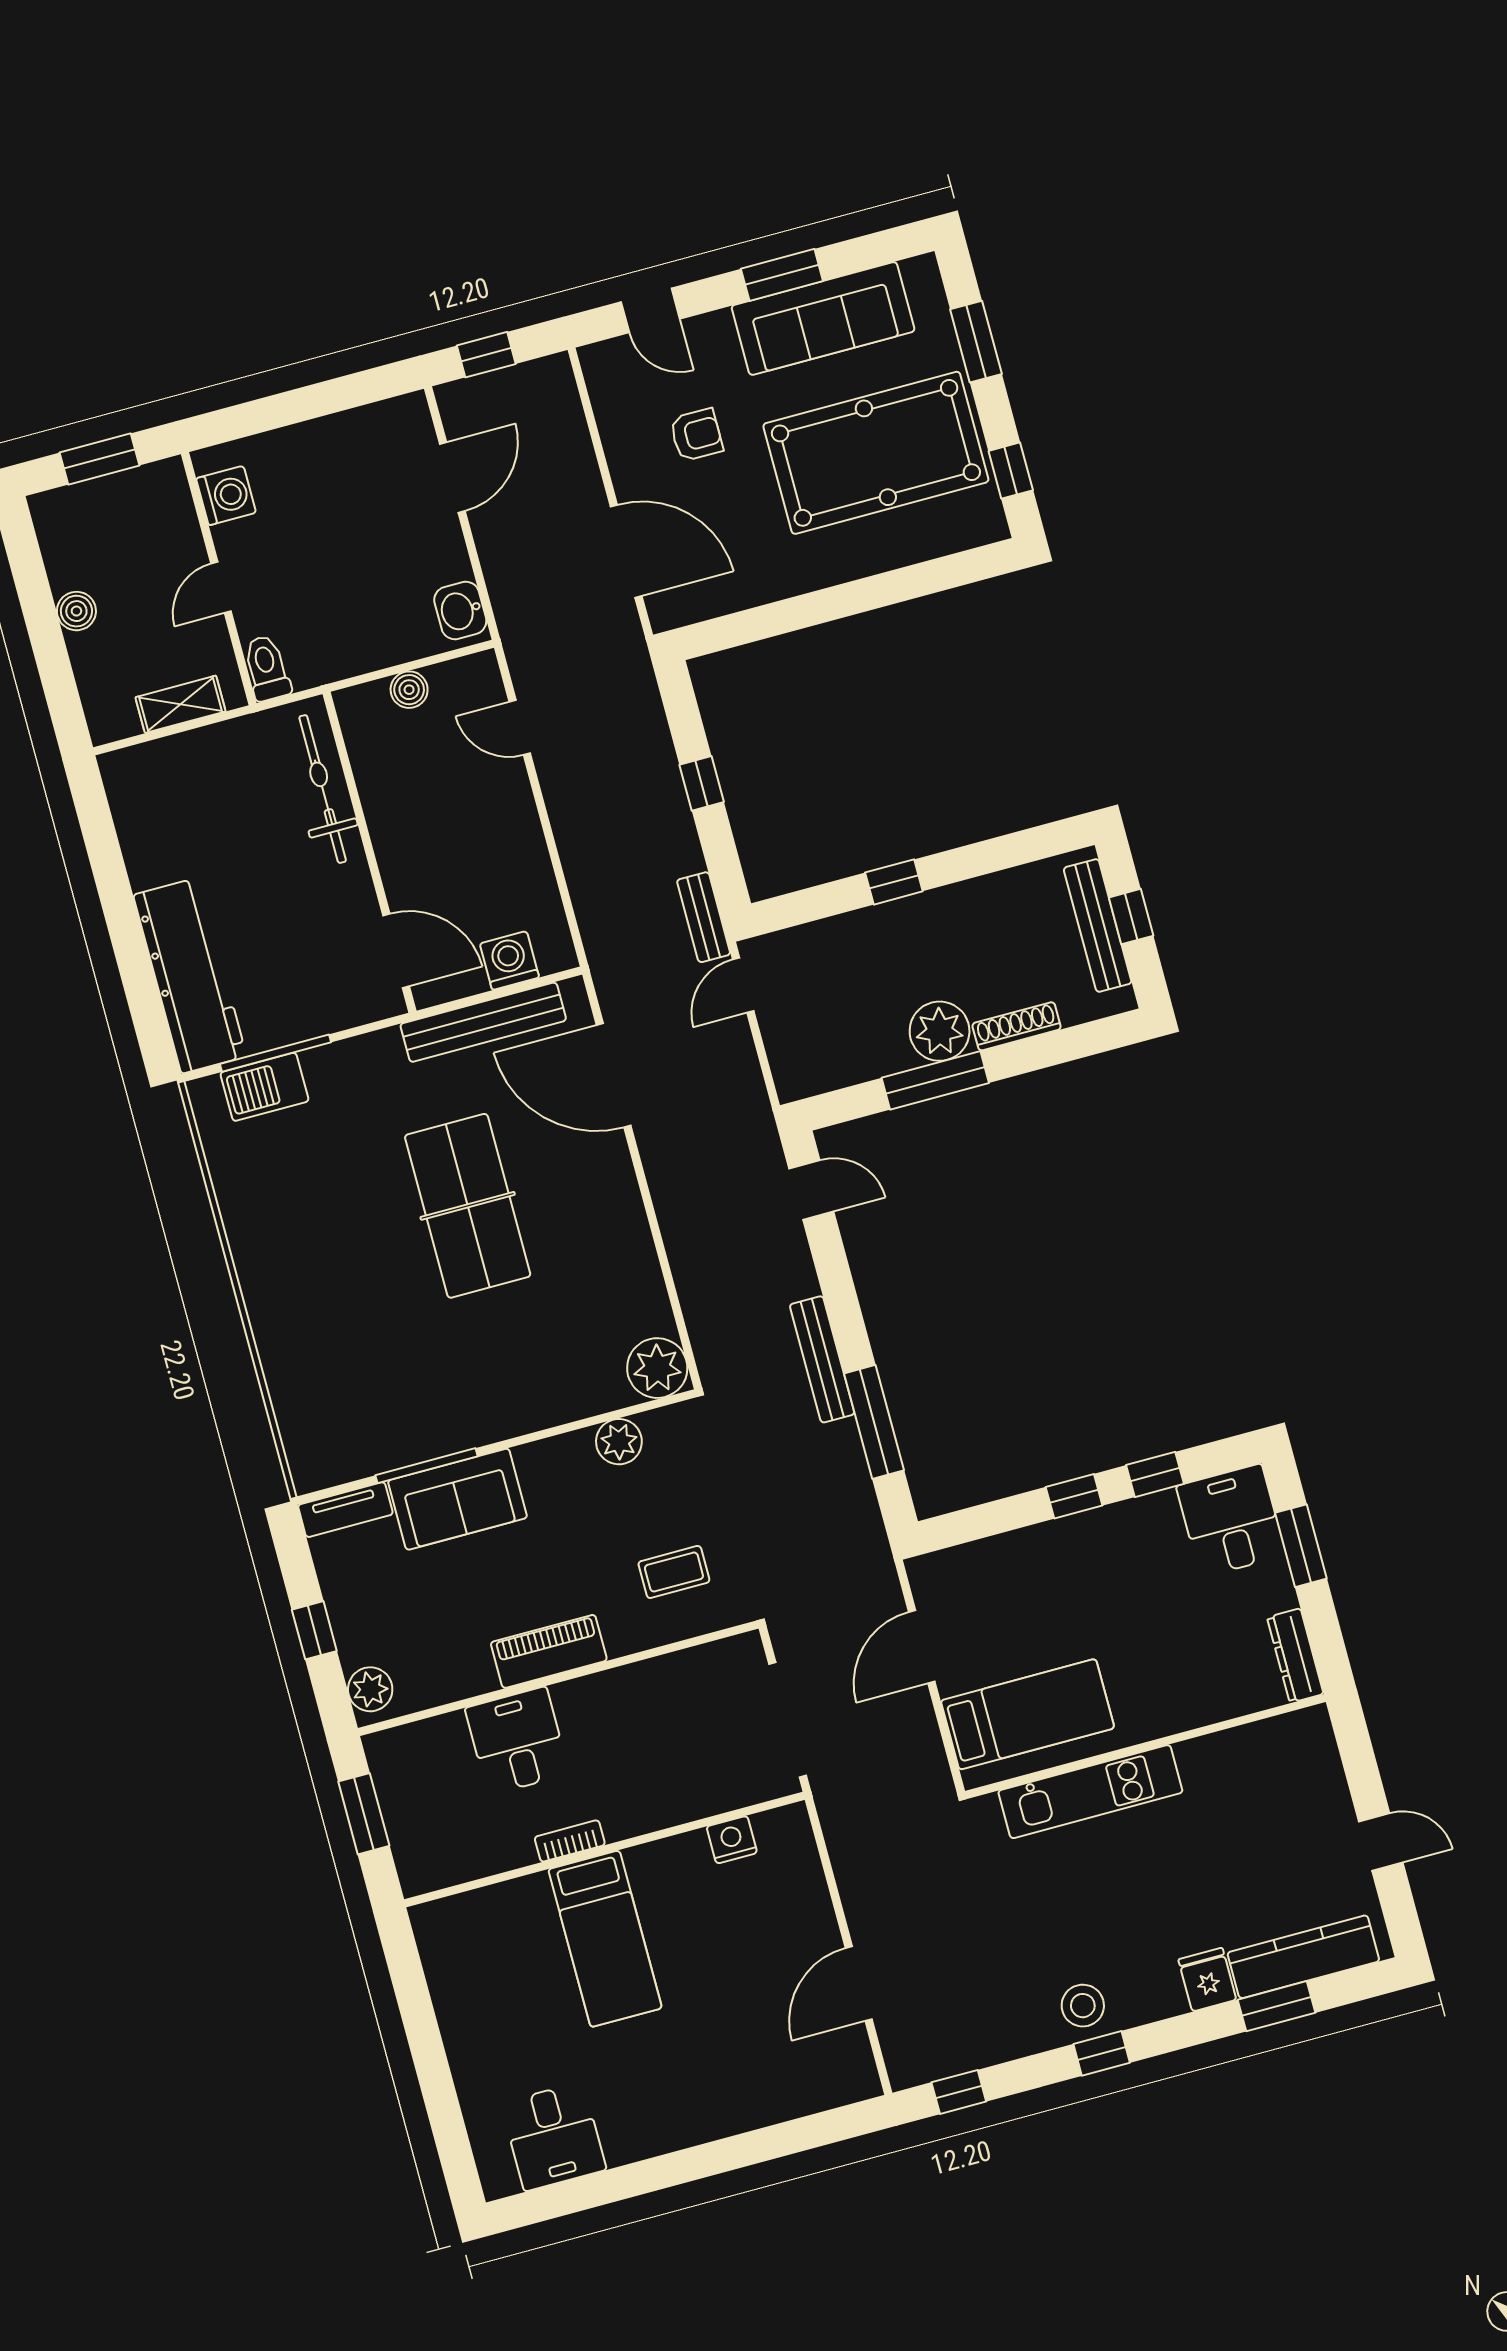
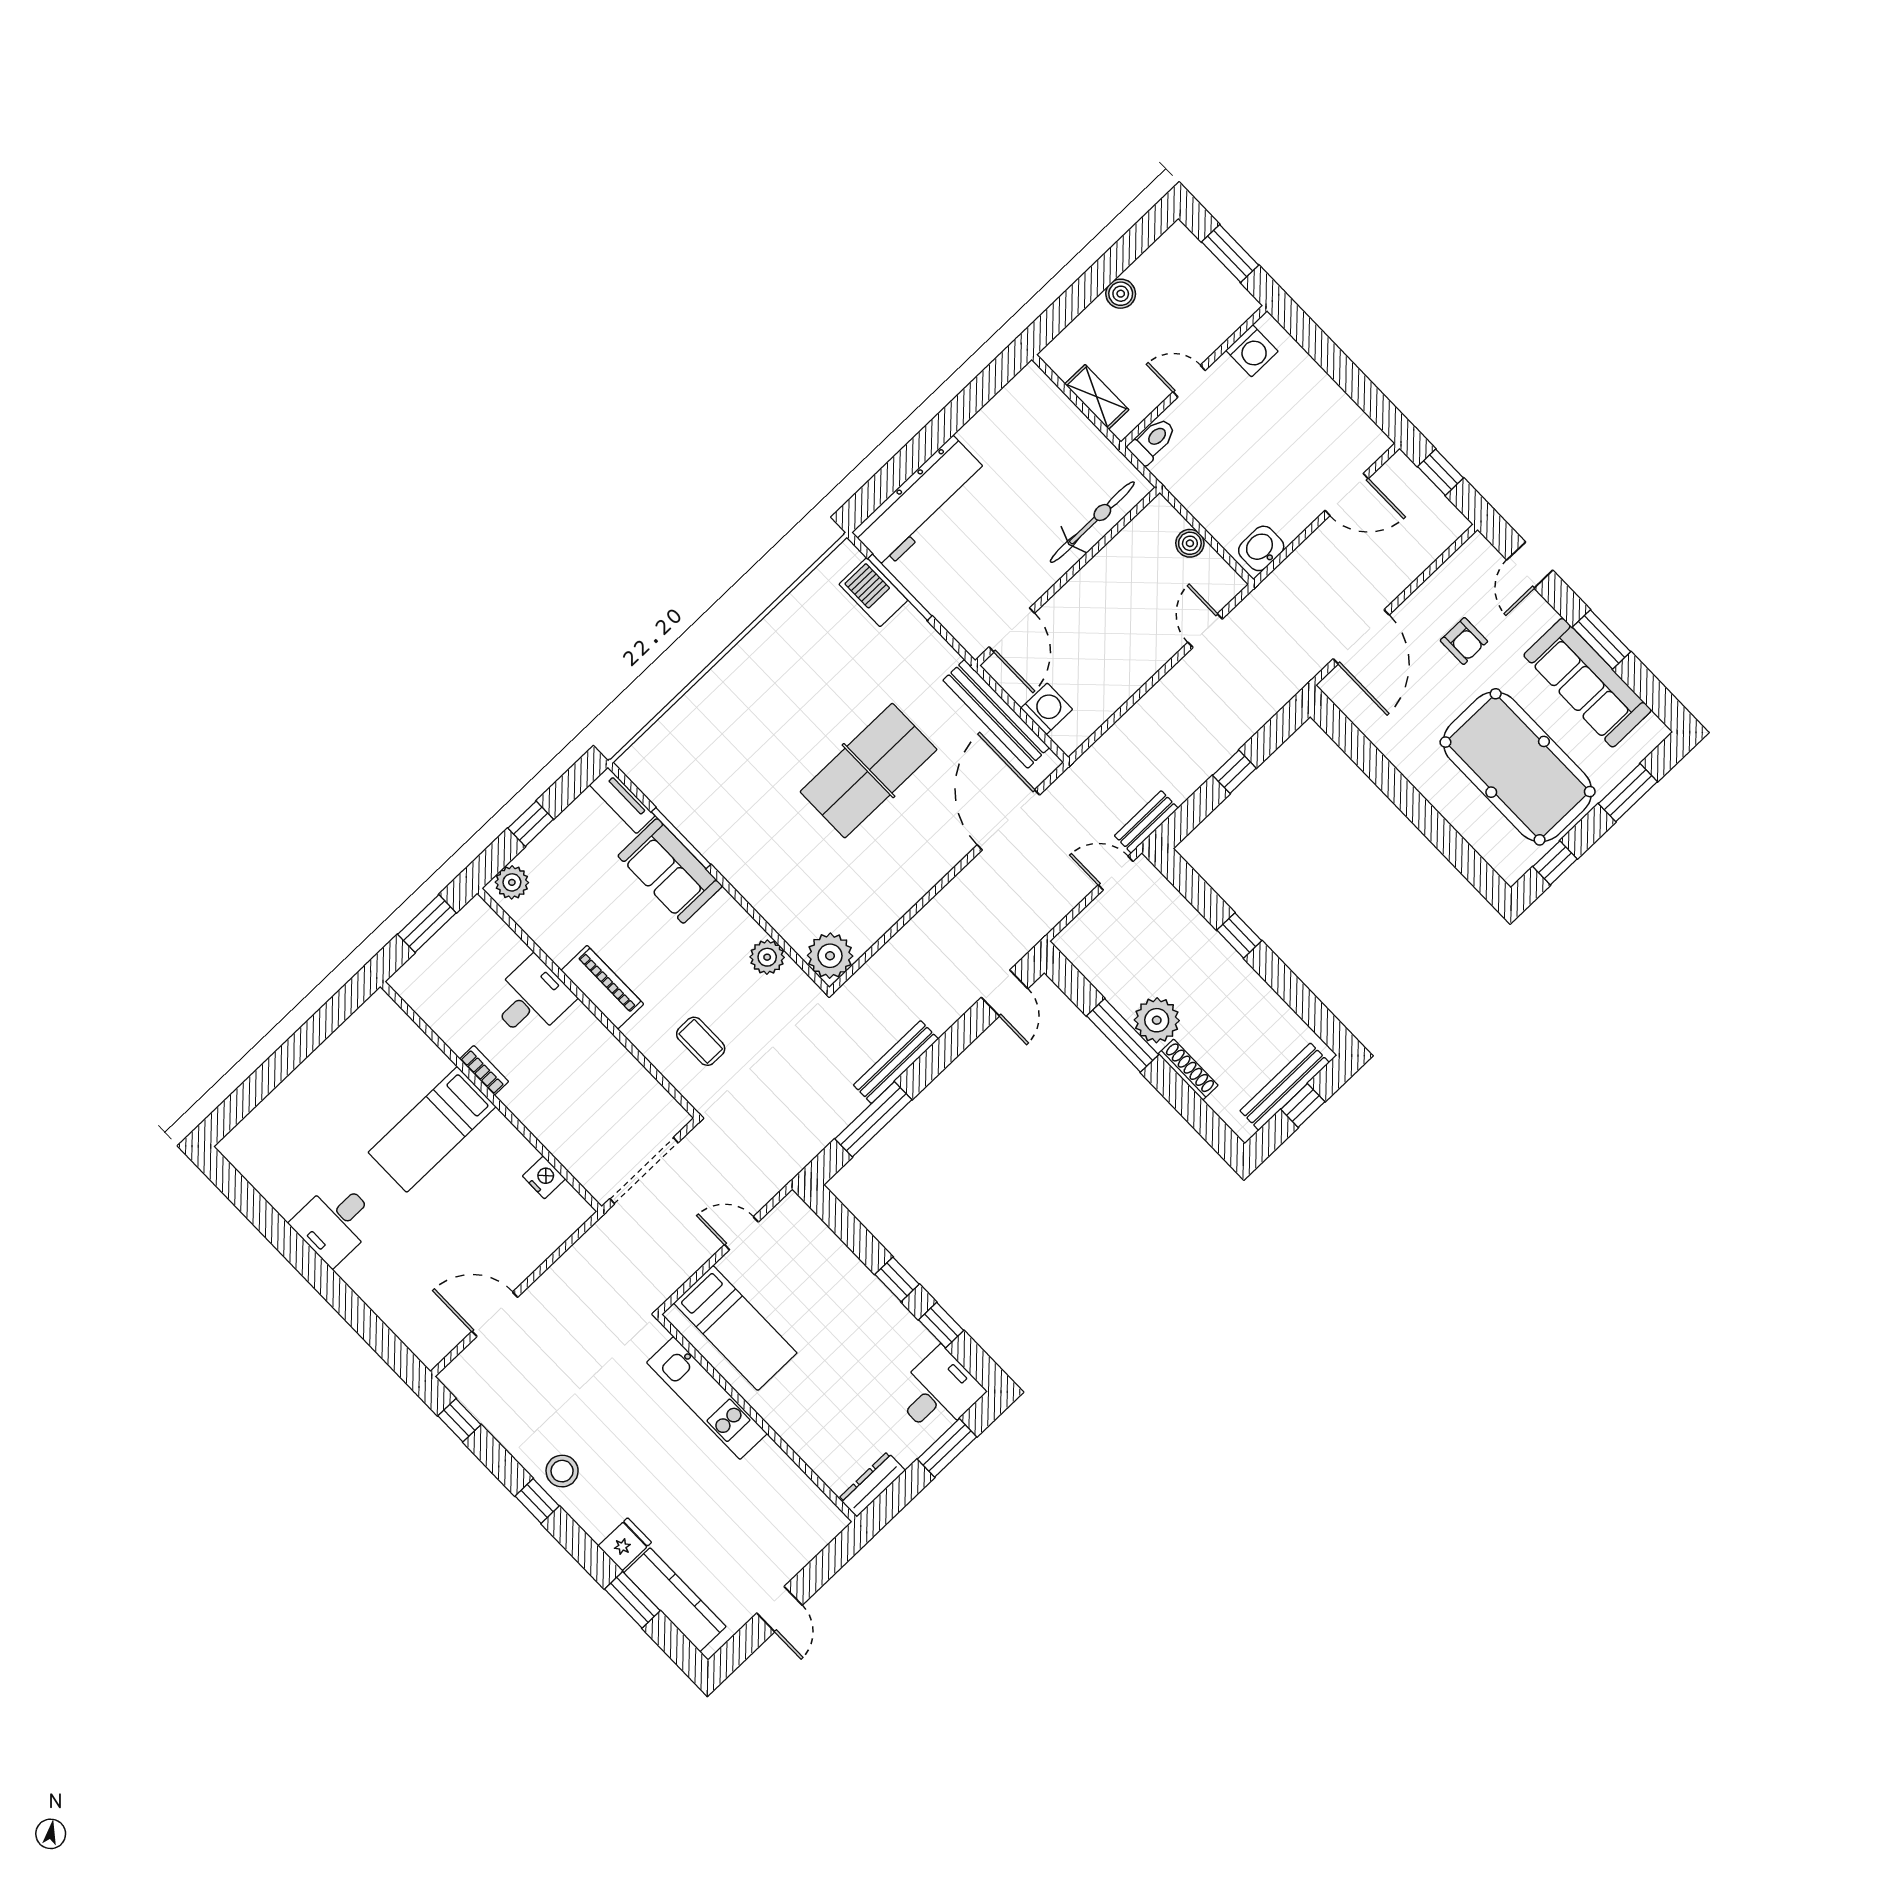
door: (922, 1647) -> (741, 1233), width x0.73
desk: (554, 2136) -> (335, 1222), moved

